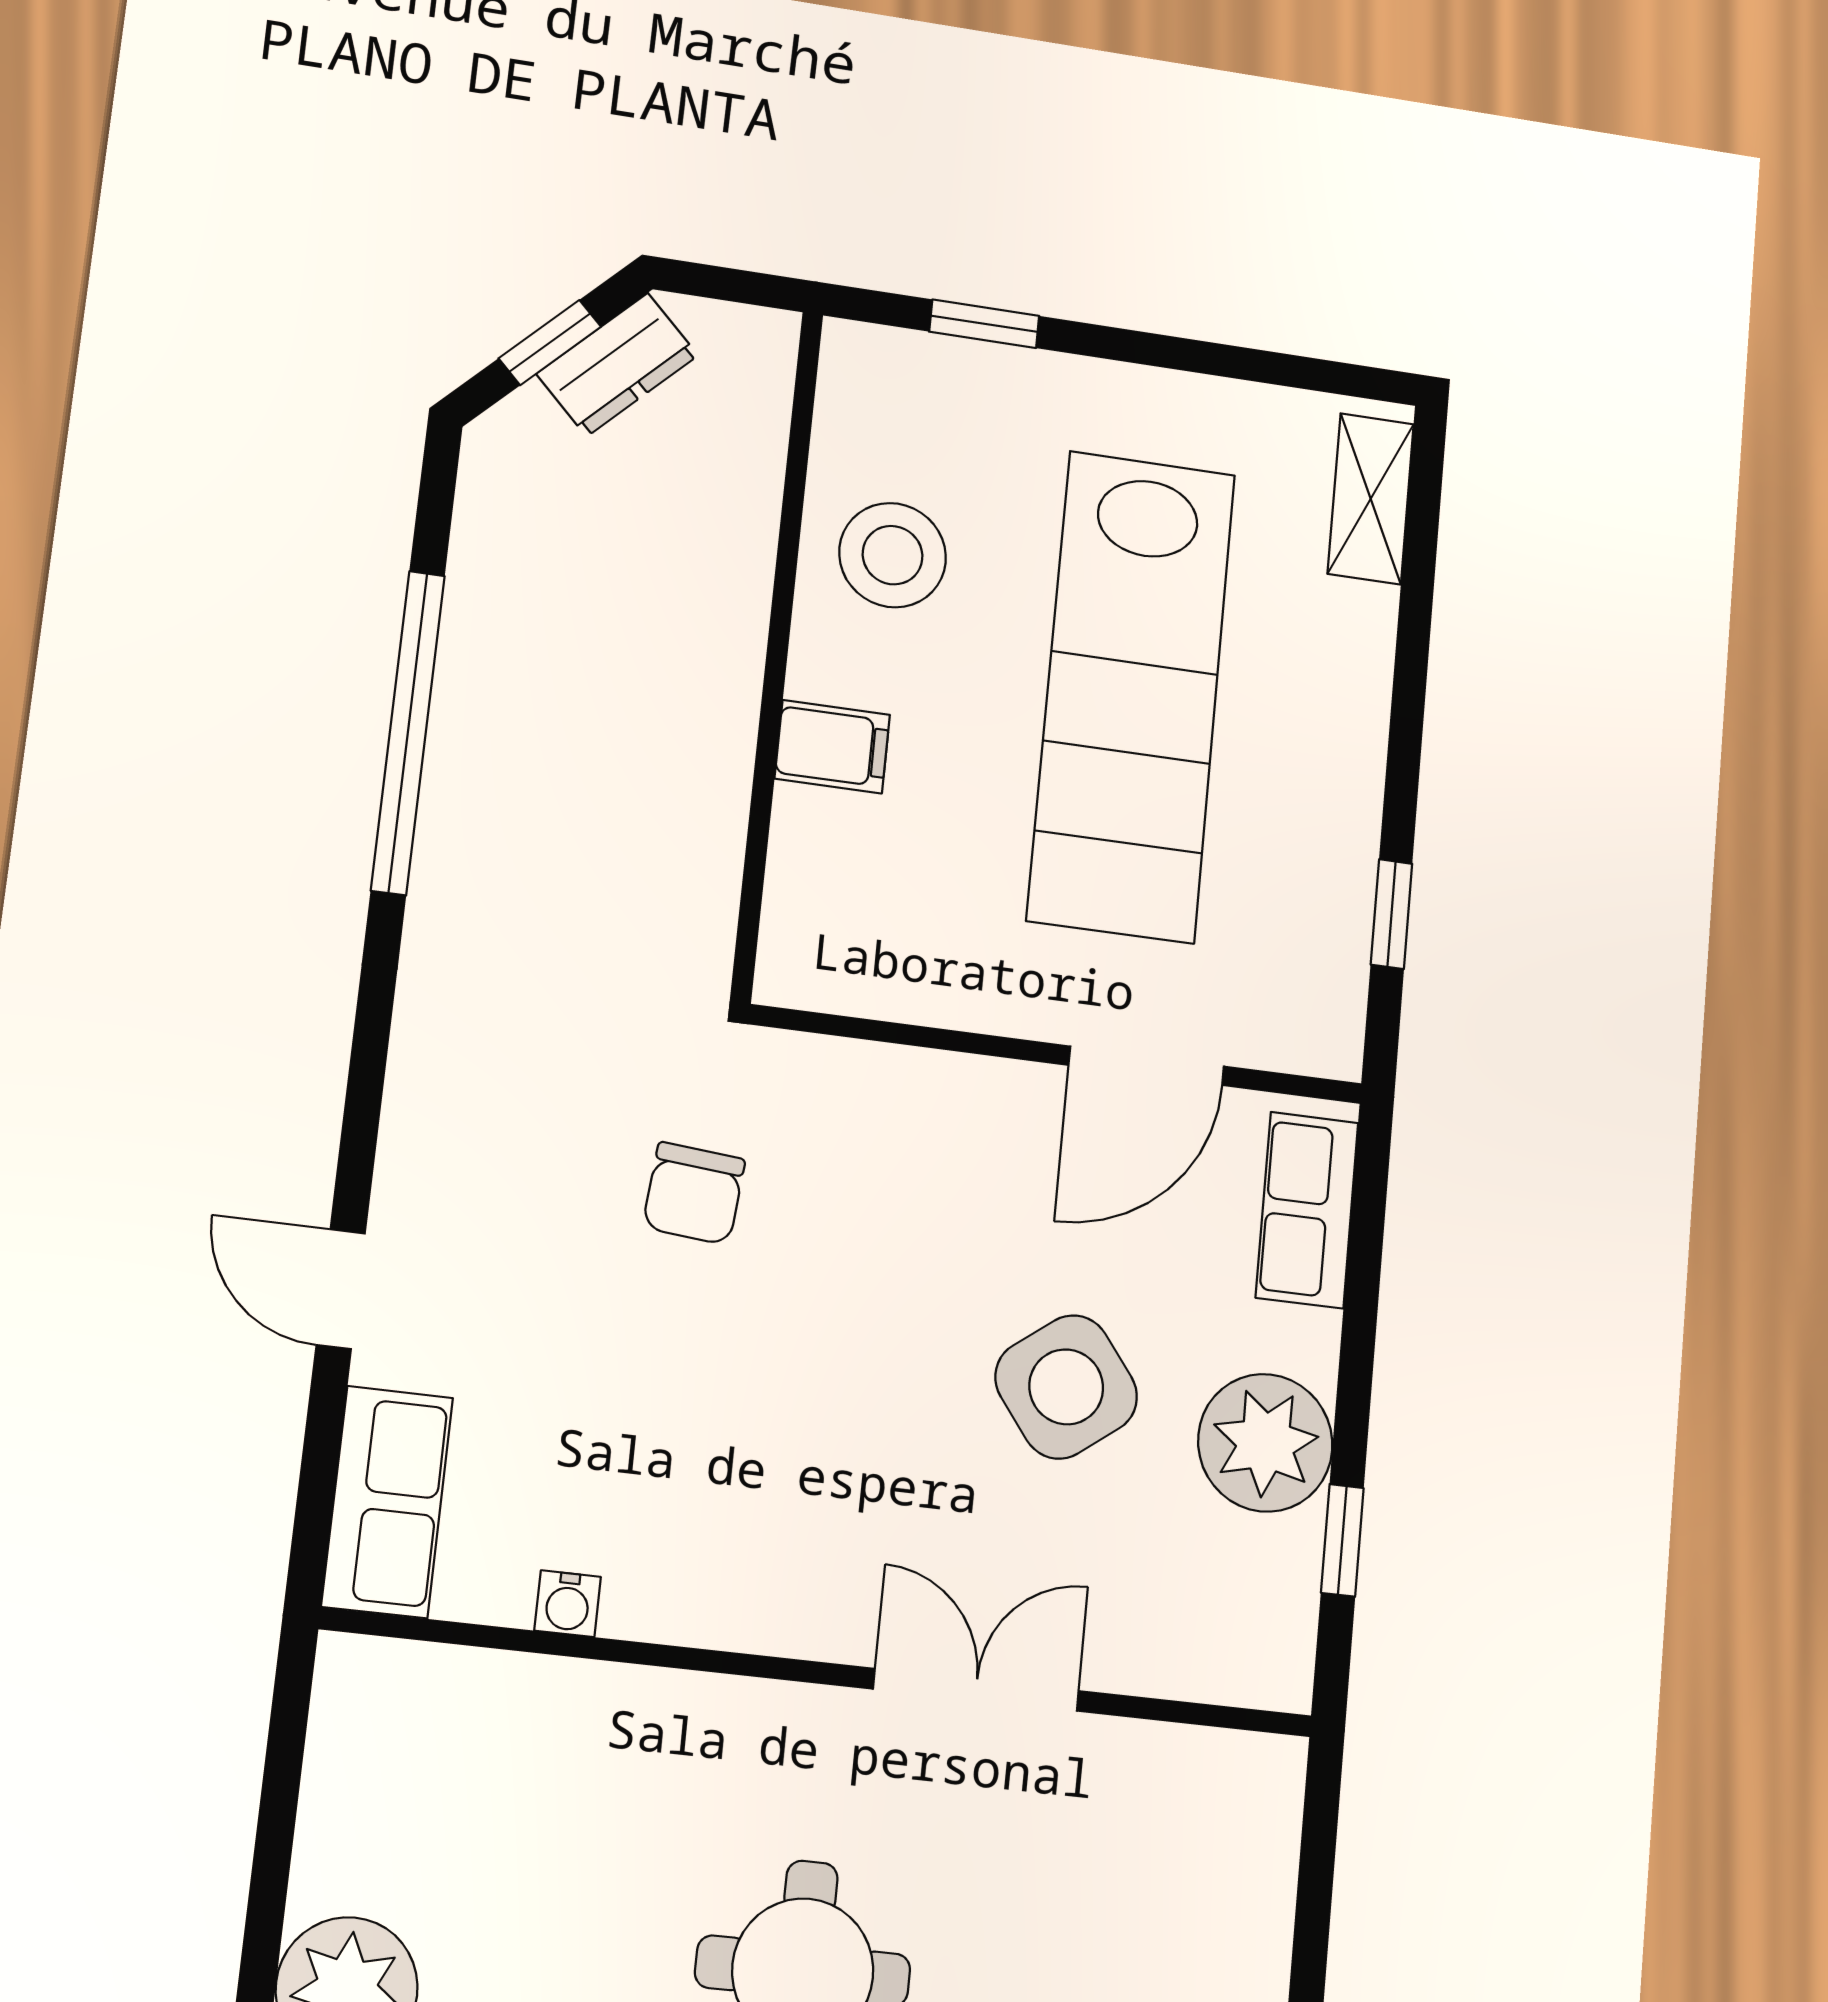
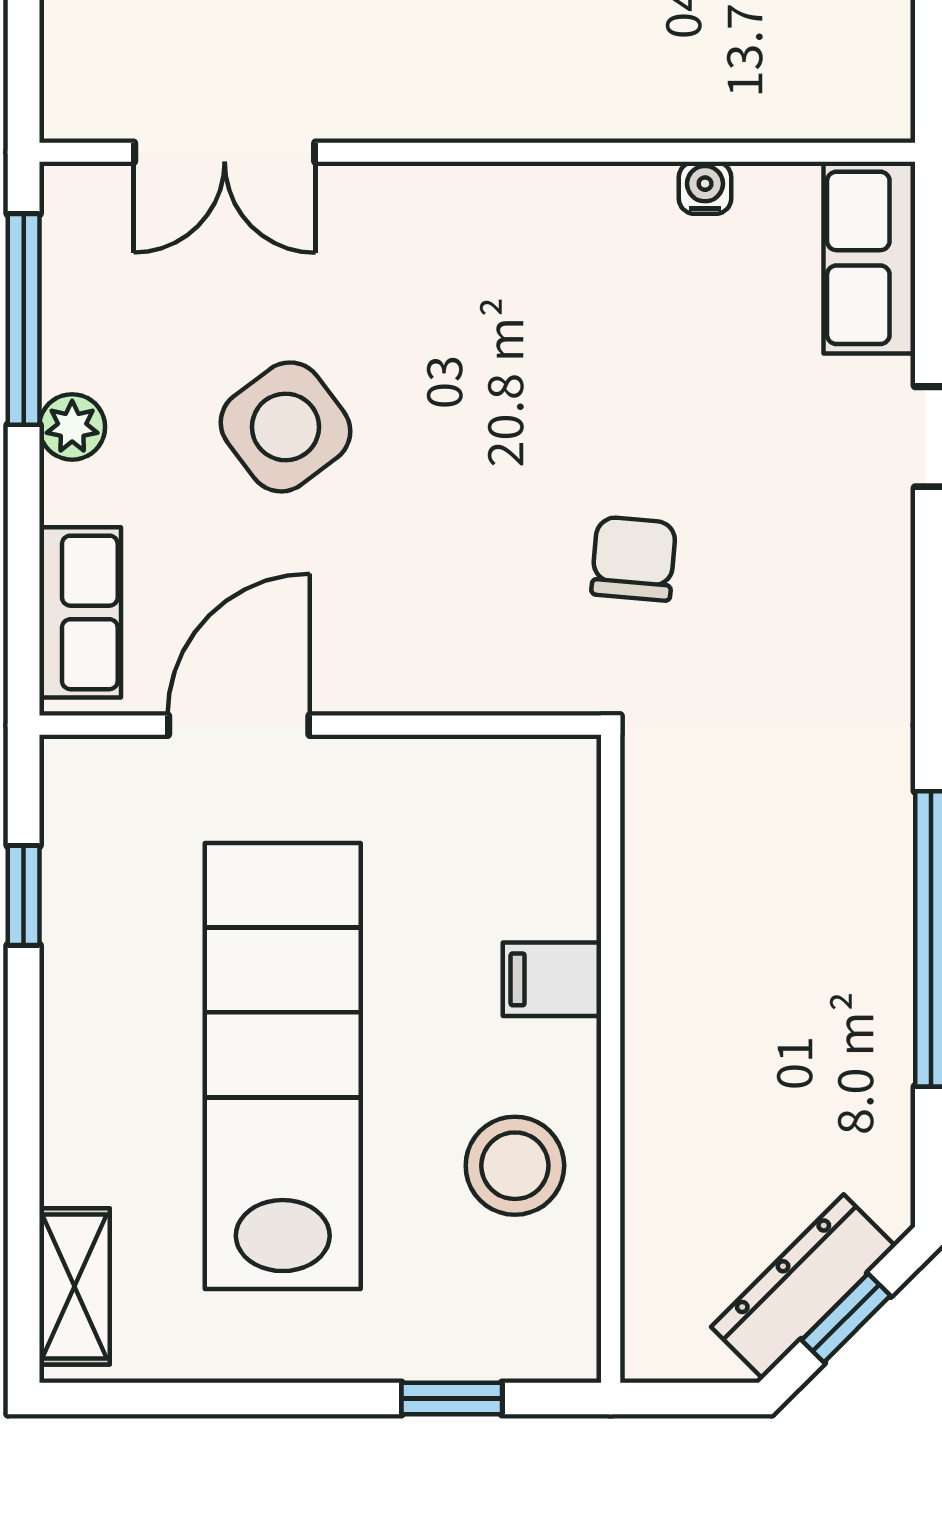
dresser: (617, 365) -> (803, 1286), width x1.44
plant: (1265, 1443) -> (72, 427), width x0.53, depth x0.53
window: (1342, 1540) -> (24, 319), width x2.17
double door: (976, 1690) -> (225, 152), moved

